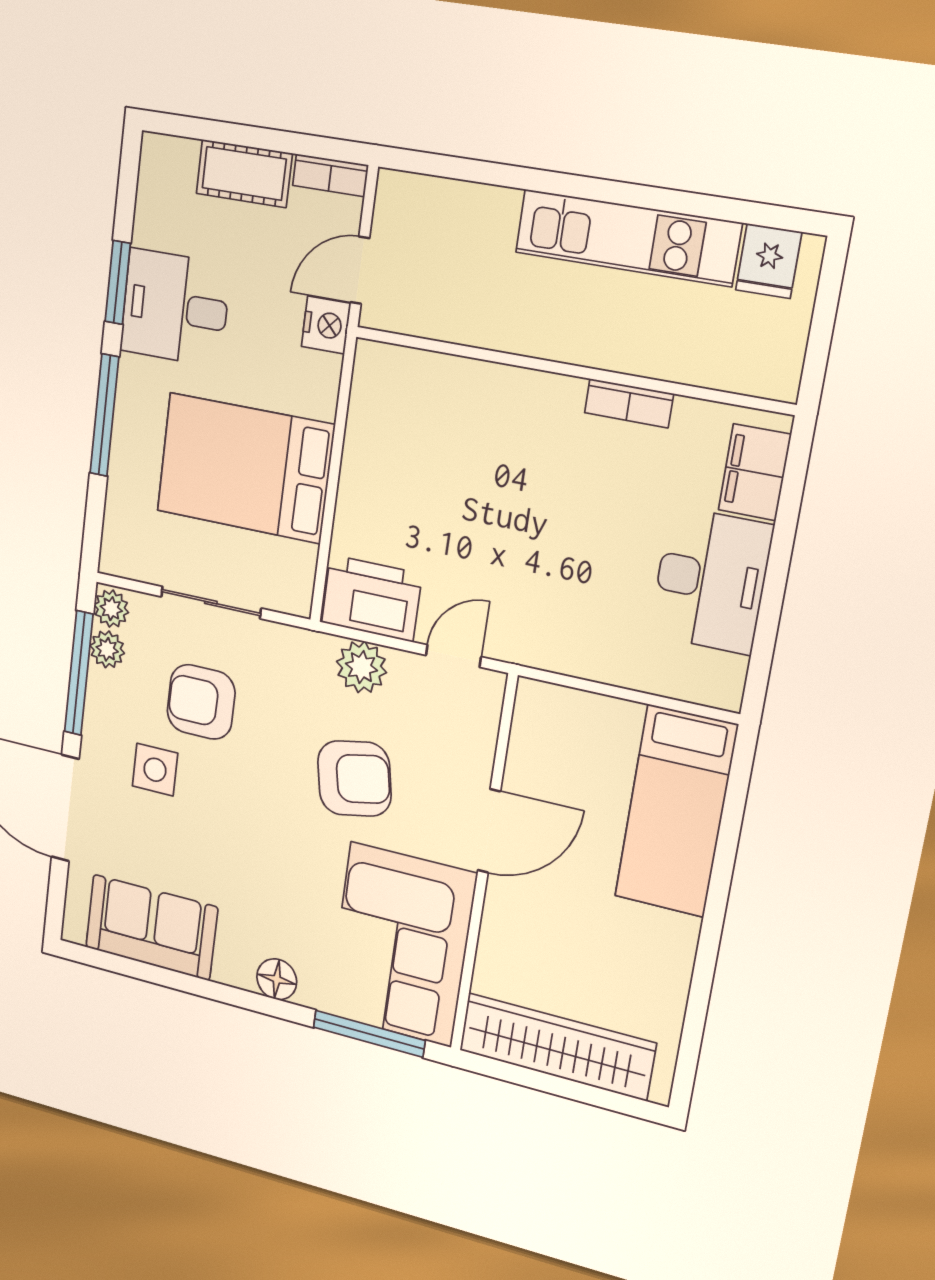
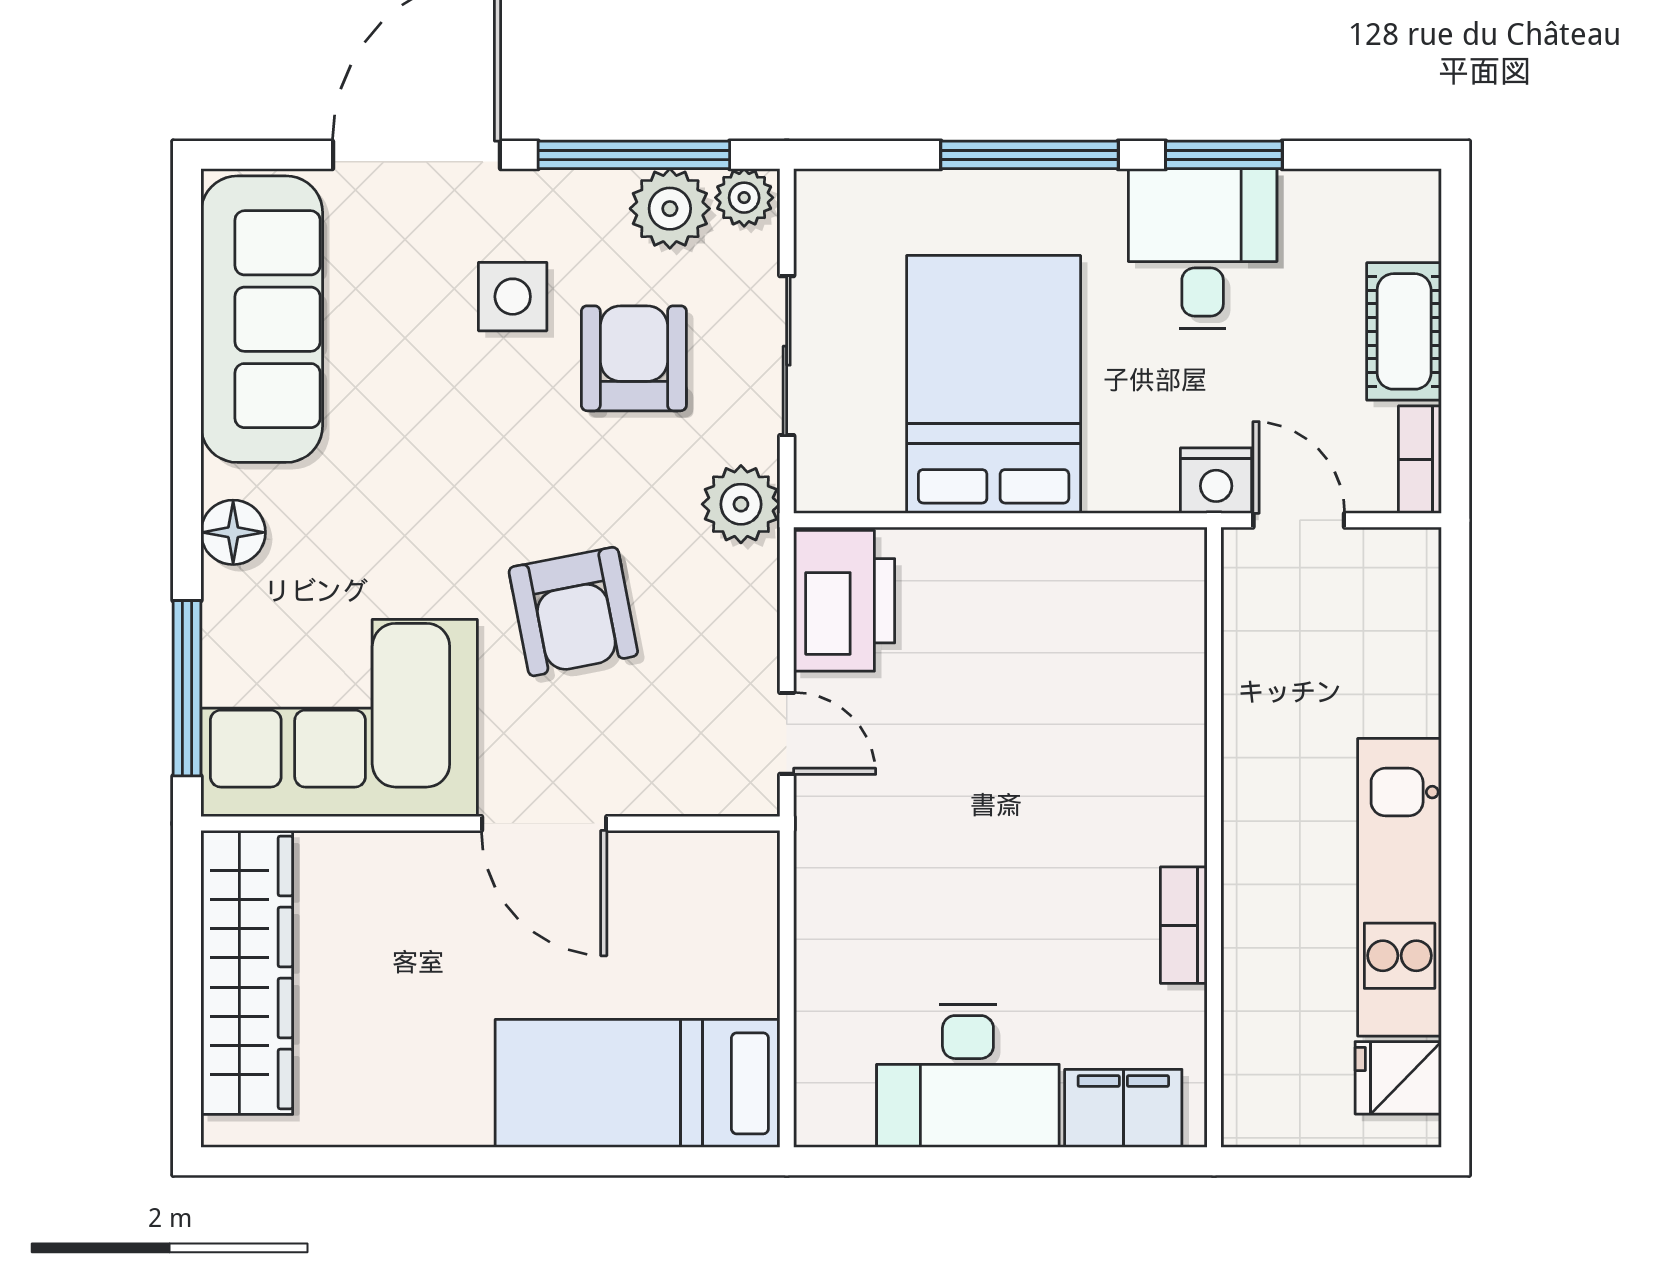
plant: (107, 649) -> (670, 209), width x1.38, depth x1.38
plant: (361, 667) -> (741, 504), moved
sofa: (151, 927) -> (262, 319), width x1.36

